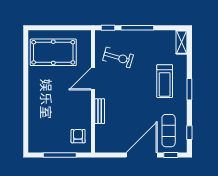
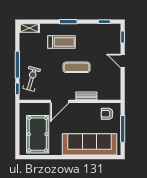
exercise bike: (118, 58) -> (32, 79), moved
door: (93, 79) -> (60, 101), hinge flipped
sofa: (41, 115) -> (90, 144), added
exercise mat: (169, 131) -> (77, 67), moved
door: (142, 155) -> (123, 61), width x0.53

